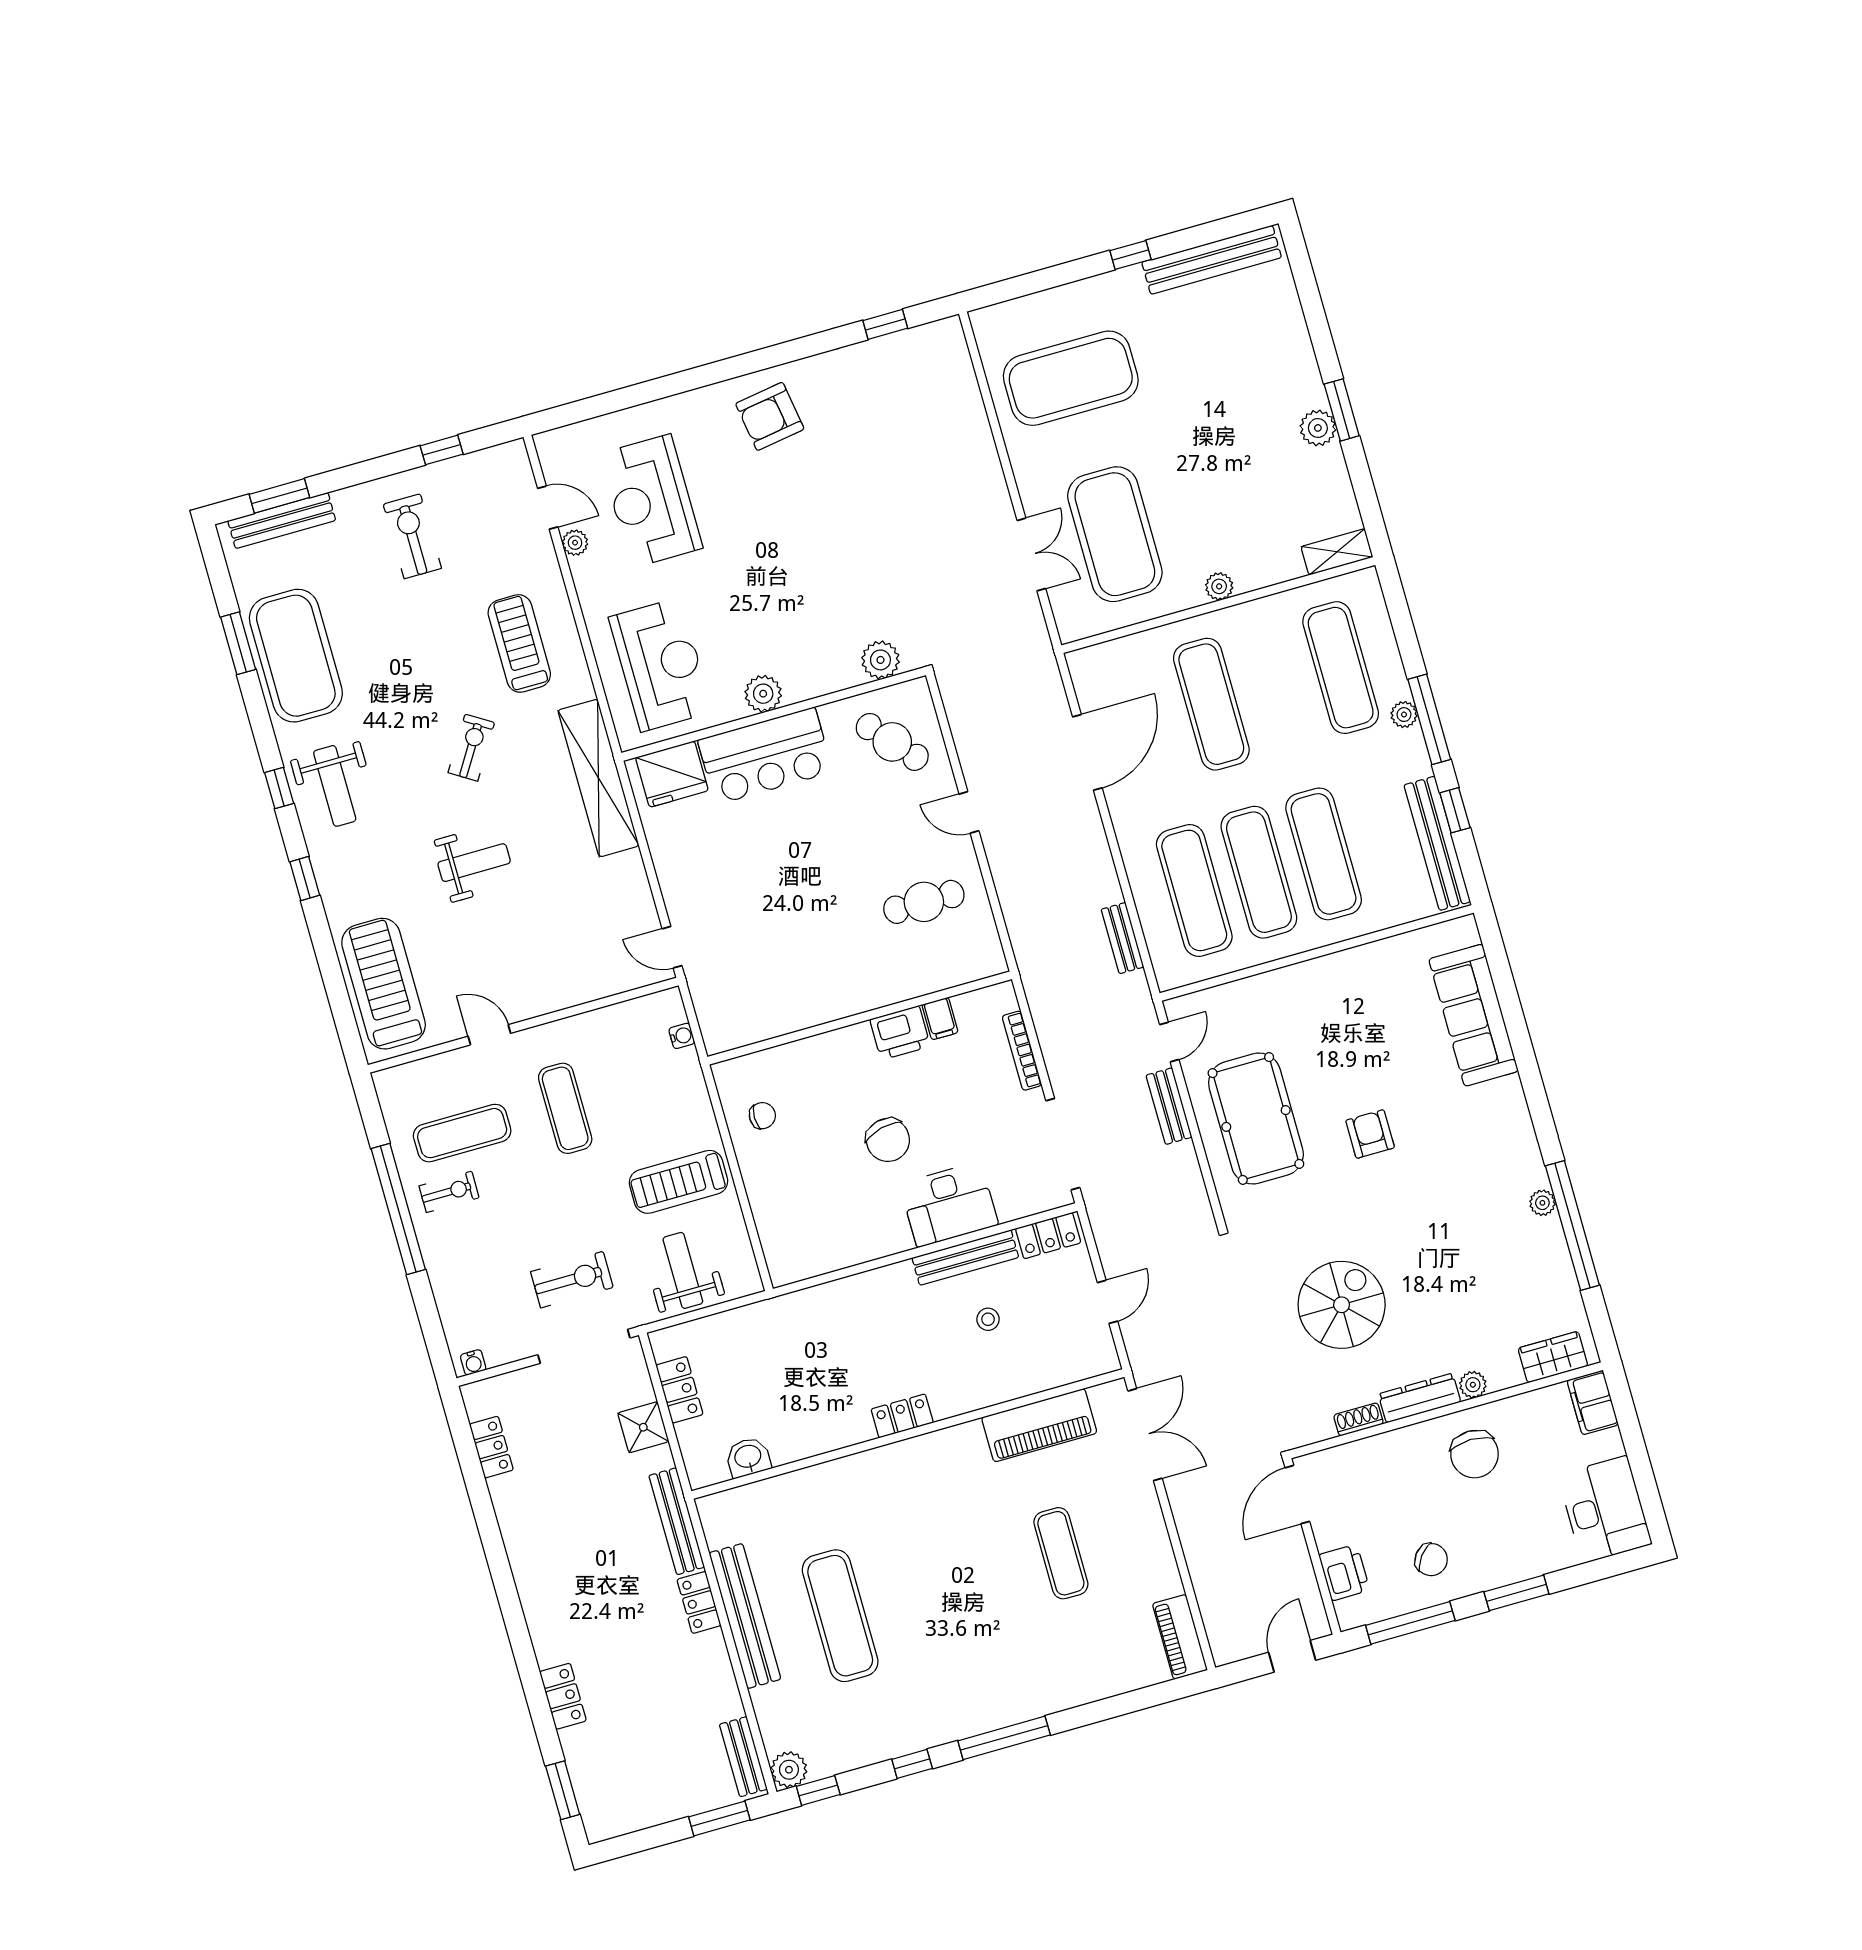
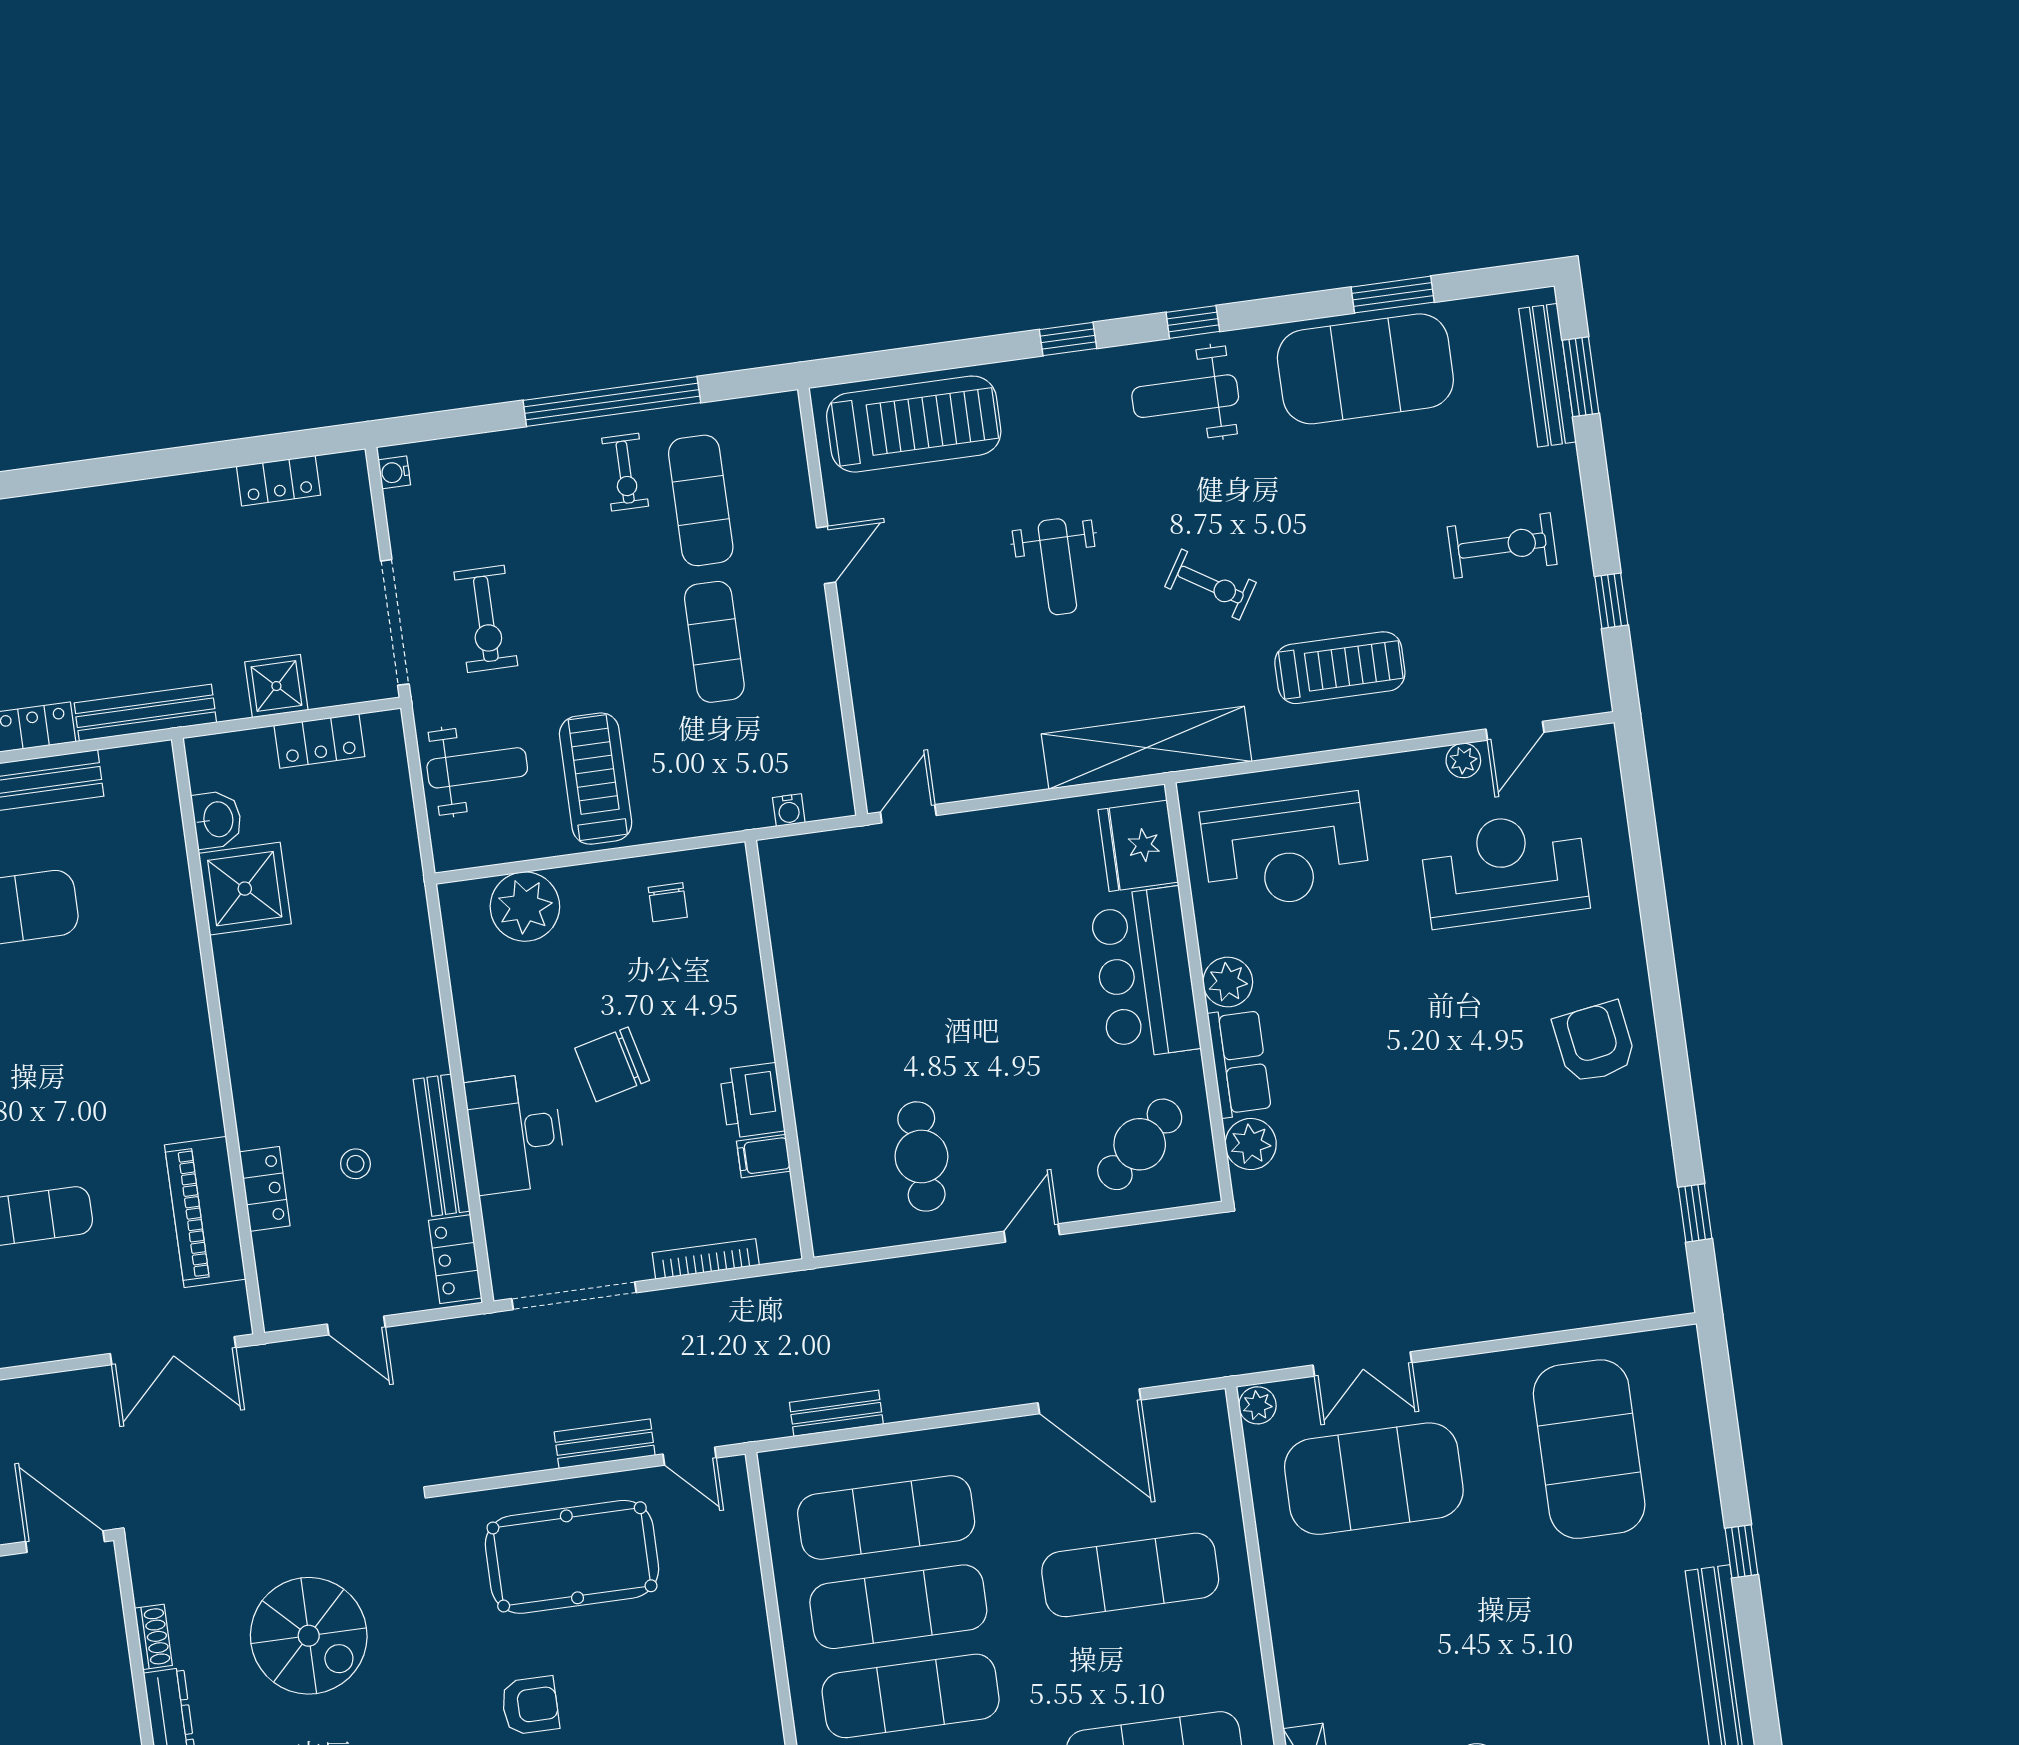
plant: (1219, 586) -> (1257, 1405), moved
row of seats: (822, 677) -> (1239, 1063), added
exercise mat: (565, 1108) -> (714, 642), turned 90
plant: (780, 1221) -> (525, 907), added
locker: (902, 1416) -> (265, 1189), moved
shower: (796, 1430) -> (245, 889), added

